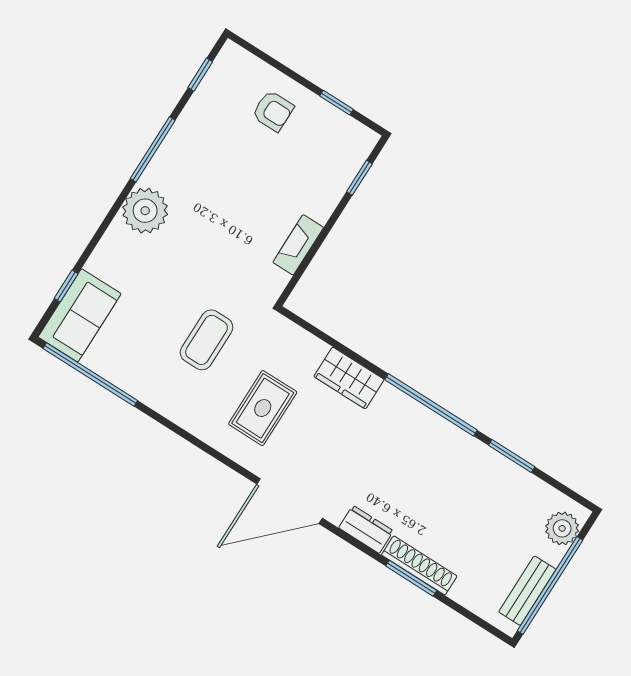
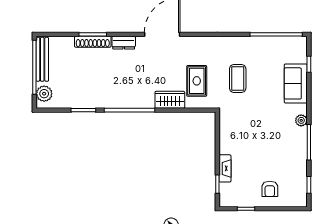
armchair: (273, 111) -> (270, 189), turned -90
plant: (145, 211) -> (301, 120), width x0.53, depth x0.53
fireplace: (298, 245) -> (225, 168), moved
sofa: (80, 315) -> (296, 83), moved
rug: (263, 408) -> (197, 81), moved
bench: (527, 591) -> (42, 59), width x1.36

